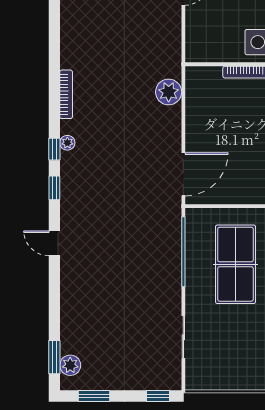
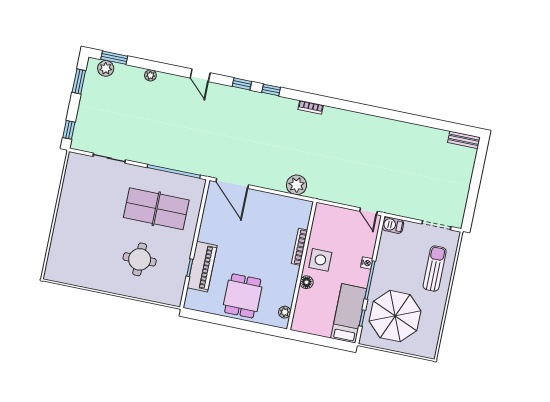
bookcase: (66, 94) -> (311, 107), width x0.64
plant: (67, 143) -> (150, 75), moved
door: (54, 243) -> (200, 75), swing flipped

